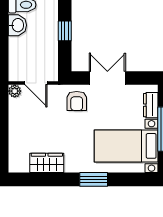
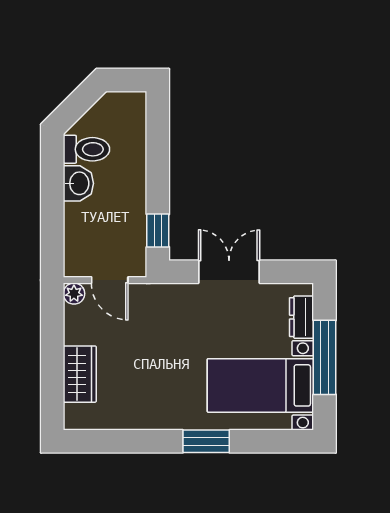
window: (65, 31) -> (158, 231), moved
armchair: (77, 101) -> (178, 310), removed
wardrobe: (47, 163) -> (80, 374), moved, turned 90

